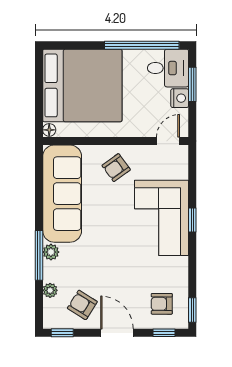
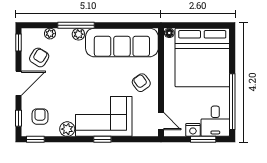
plant: (179, 267) -> (67, 129), added

